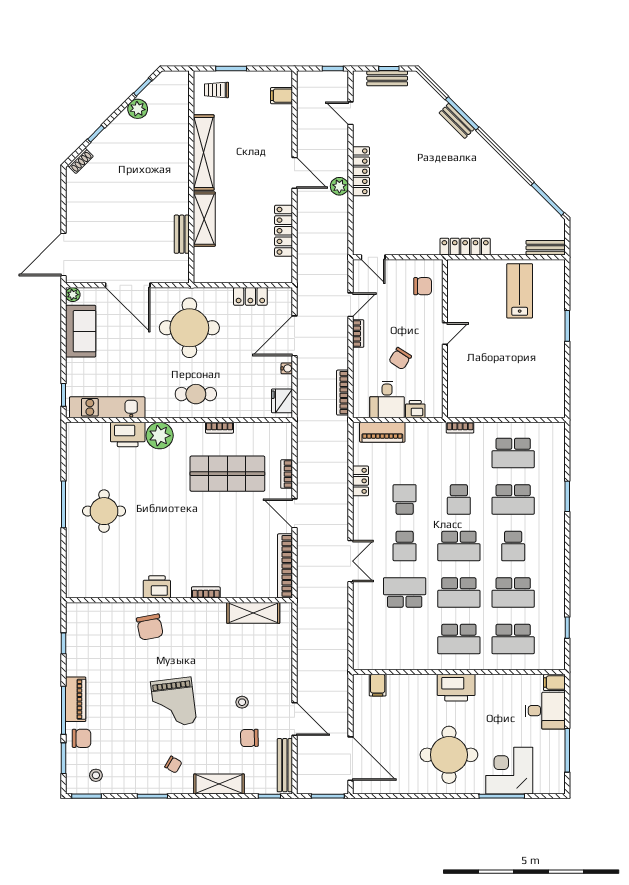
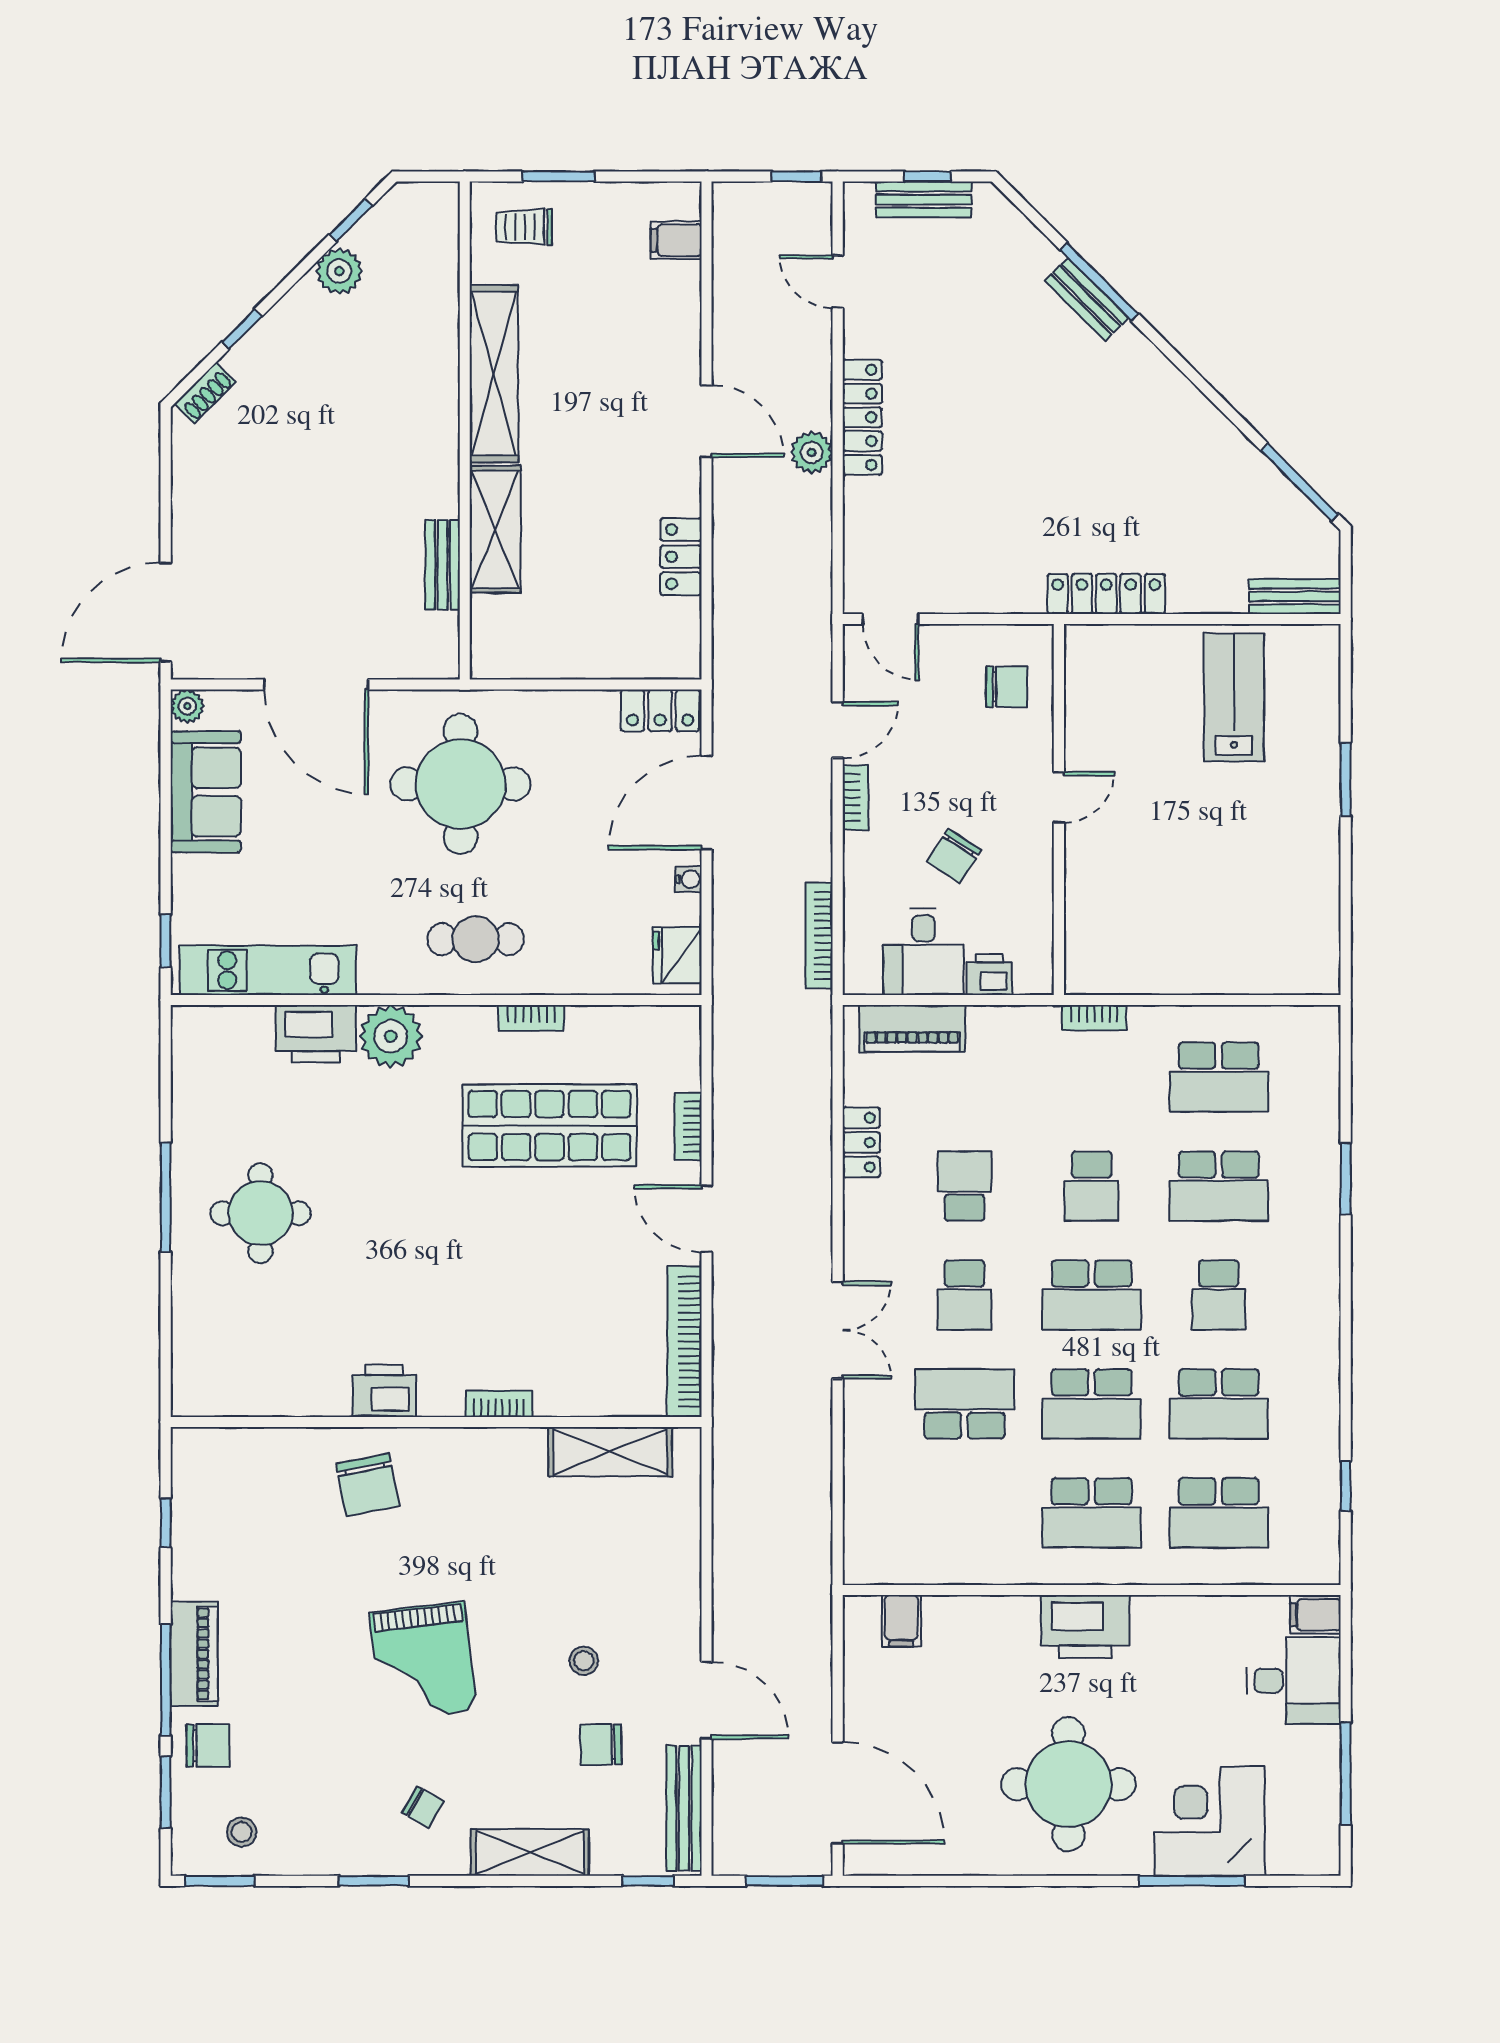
locker: (284, 231) -> (681, 557), width x0.66
locker: (250, 296) -> (660, 710), moved

